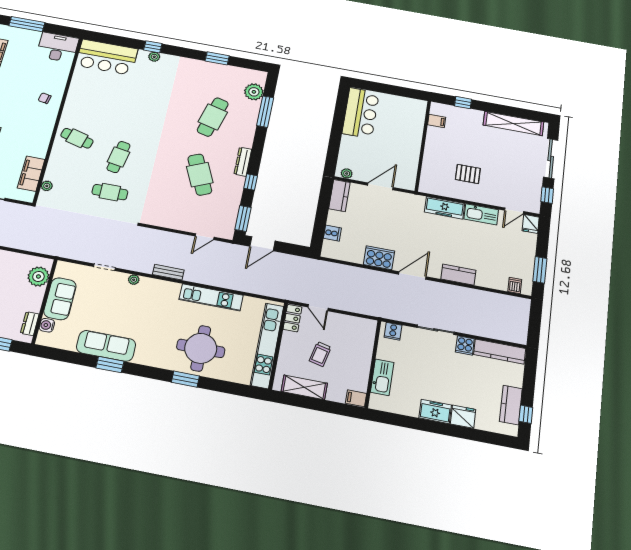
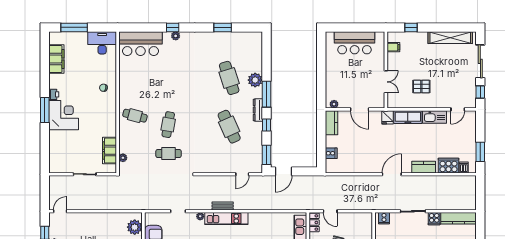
plant: (254, 92) -> (255, 80), moved
window: (265, 112) -> (266, 94), moved
bar counter: (361, 113) -> (355, 43), moved, turned 90
cafe table: (213, 117) -> (229, 78), turned -33
double door: (421, 160) -> (386, 82), added
door: (380, 186) -> (360, 109), swing flipped
fridge: (531, 224) -> (387, 117), moved
cooker: (379, 258) -> (449, 166), moved
kitchen unit: (211, 297) -> (226, 219), moved

